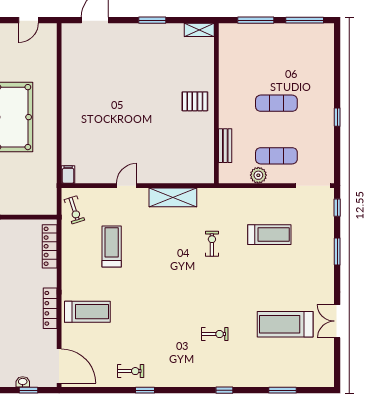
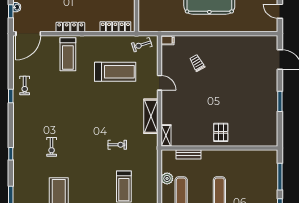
shelving: (199, 30) -> (166, 136), moved
trolley: (100, 134) -> (197, 63), added
treadmill: (112, 246) -> (115, 72), width x1.37, depth x1.38

